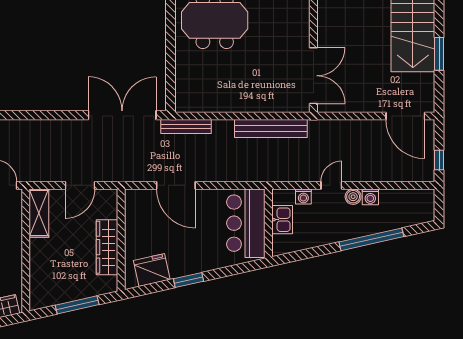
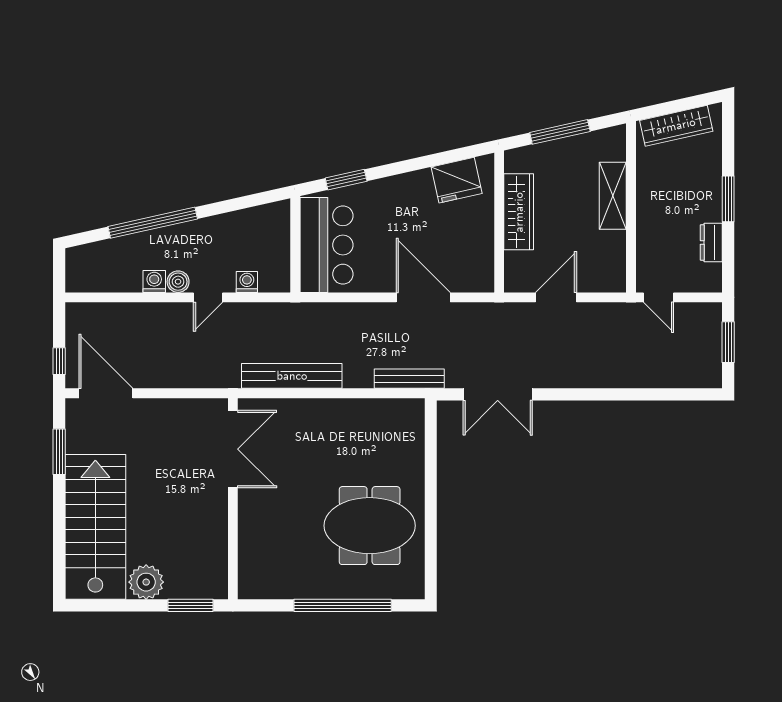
window: (439, 54) -> (59, 452), moved
double door: (313, 76) -> (233, 449), swing flipped
double door: (122, 115) -> (498, 394), width x0.73
window: (439, 160) -> (59, 361), moved
shelving: (39, 213) -> (613, 196), moved
kitchen sink: (282, 220) -> (276, 250), removed
window: (188, 280) -> (346, 180), moved

